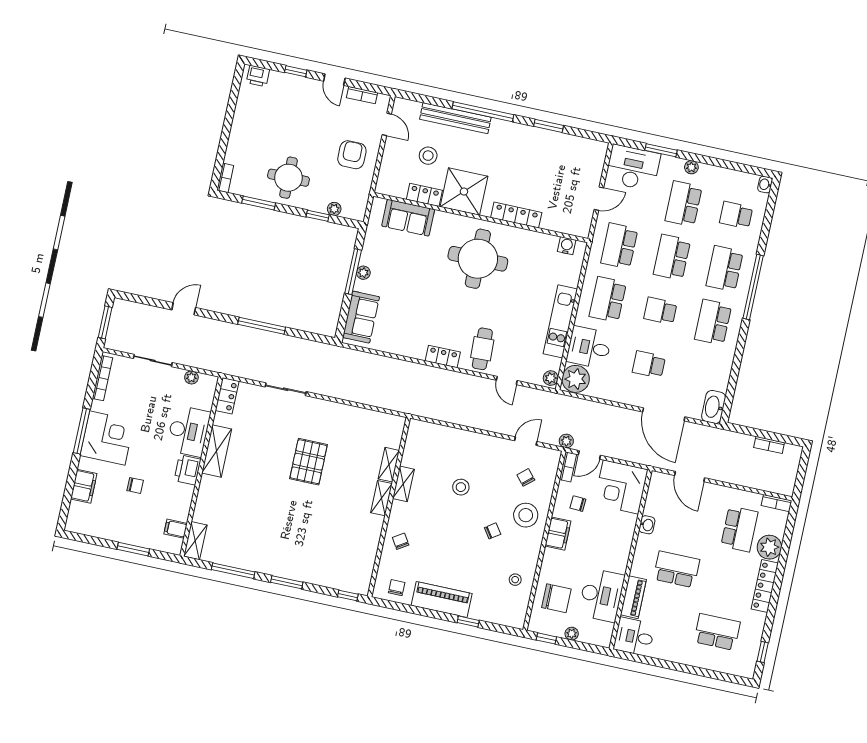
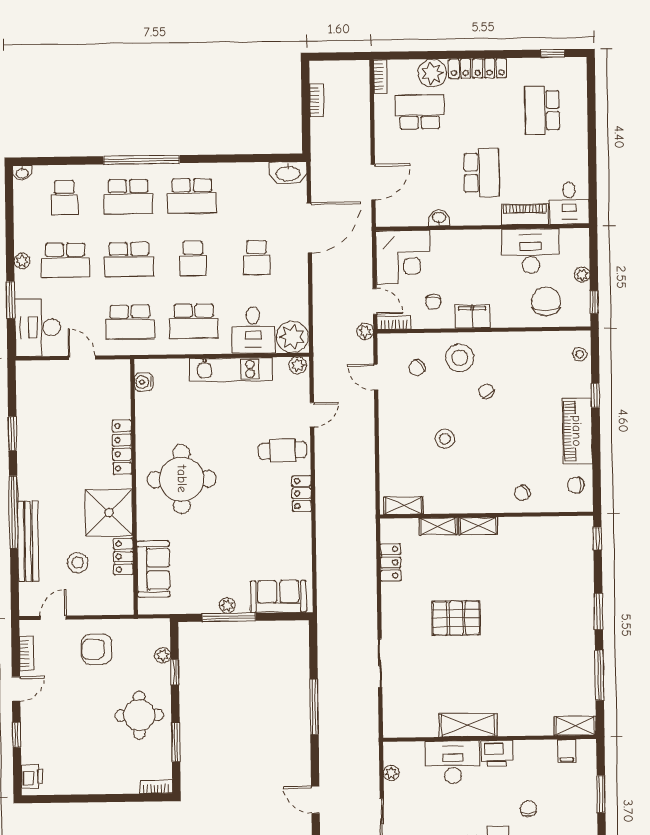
locker: (227, 396) -> (391, 562), moved, turned 90
shelving: (403, 484) -> (403, 505), moved
school desk: (676, 569) -> (482, 173), turned 180
stool: (515, 580) -> (580, 354), moved

